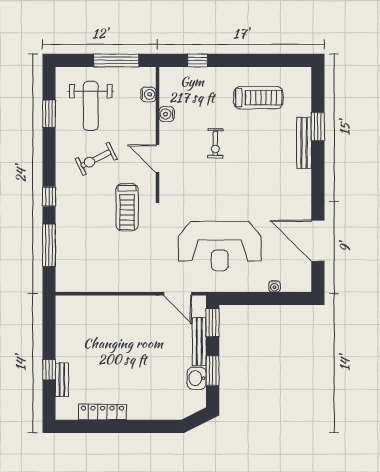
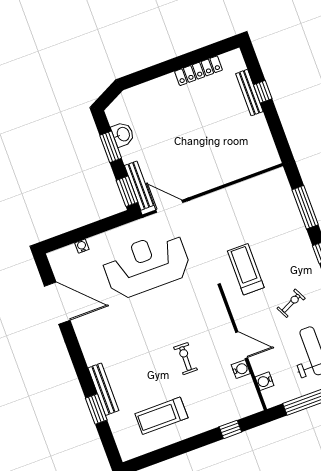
exercise bike: (96, 159) -> (291, 303), width x0.73, depth x0.72
door: (157, 159) -> (242, 345), moved
bench: (199, 342) -> (139, 186), moved
bench: (62, 380) -> (249, 93), width x1.36

